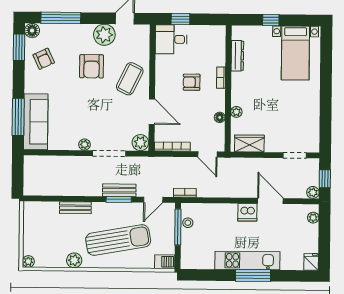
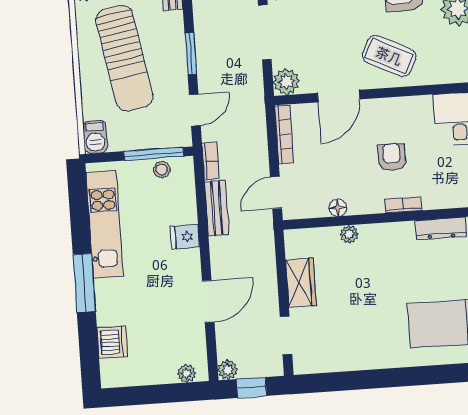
wardrobe: (249, 143) -> (301, 283), moved
bench: (119, 190) -> (217, 208), moved
door: (153, 200) -> (195, 110), swing flipped
dishwasher: (247, 212) -> (112, 342), moved, turned 180
kitchen unit: (247, 261) -> (105, 224), moved
fridge: (311, 262) -> (185, 237), moved, turned 180

